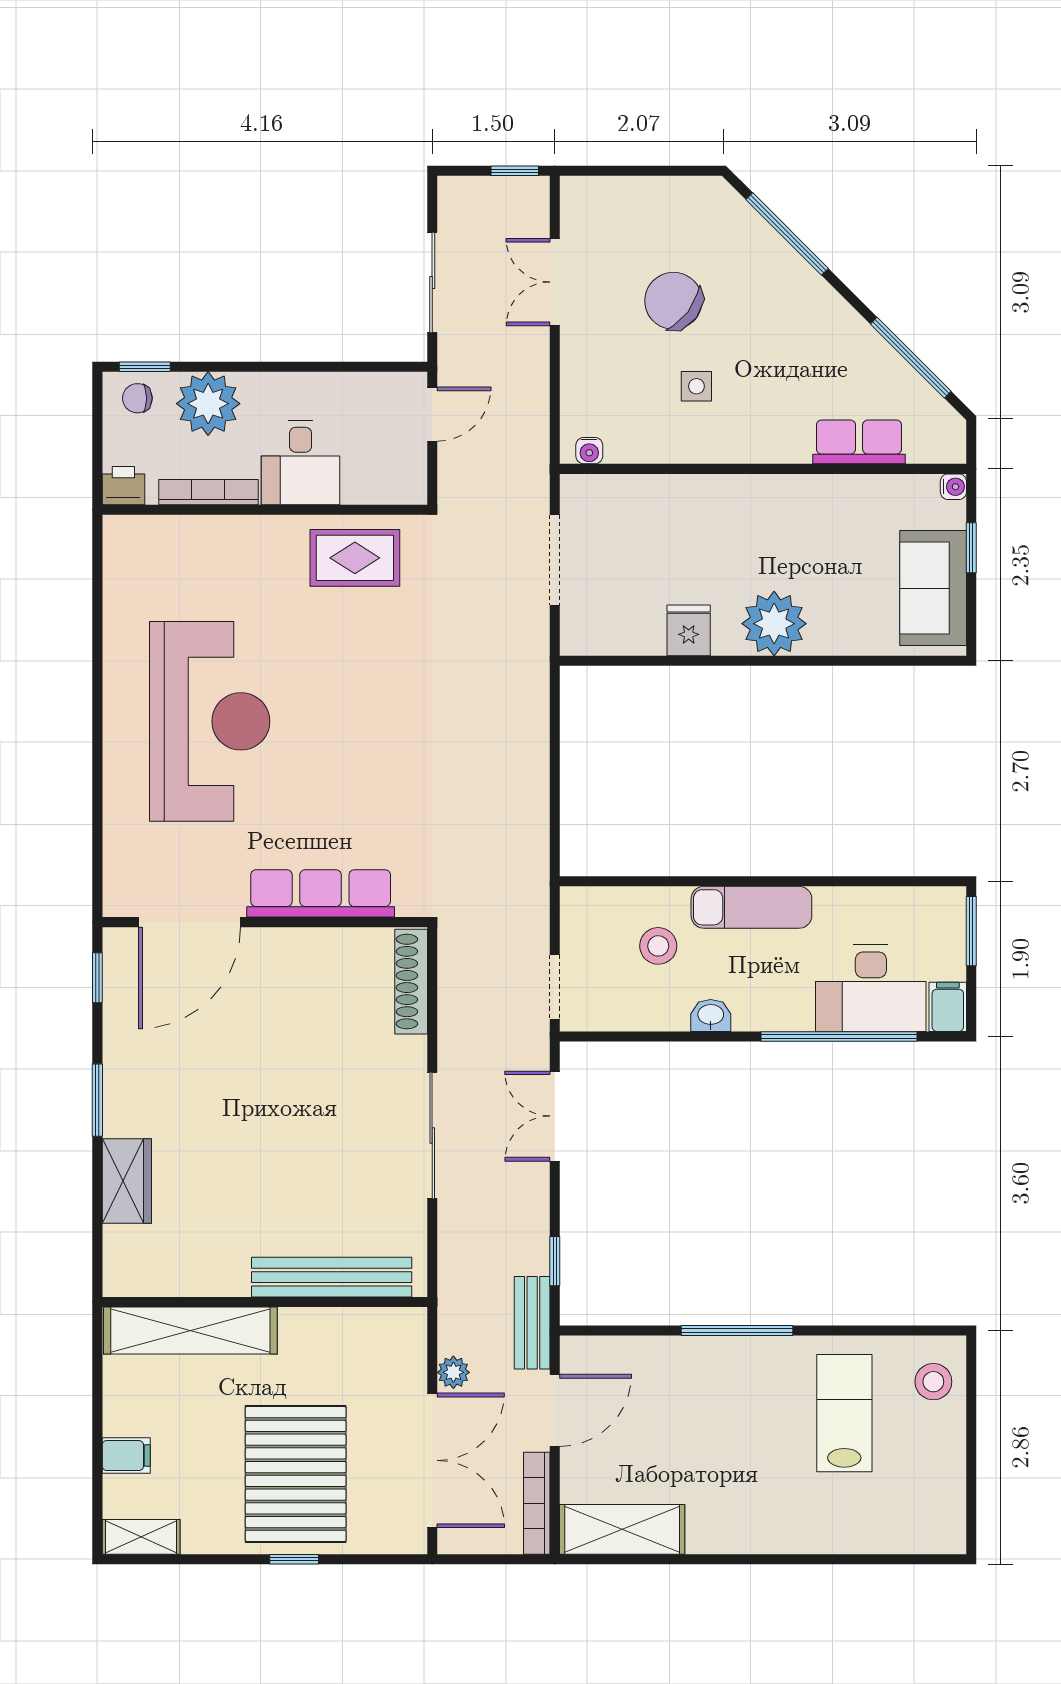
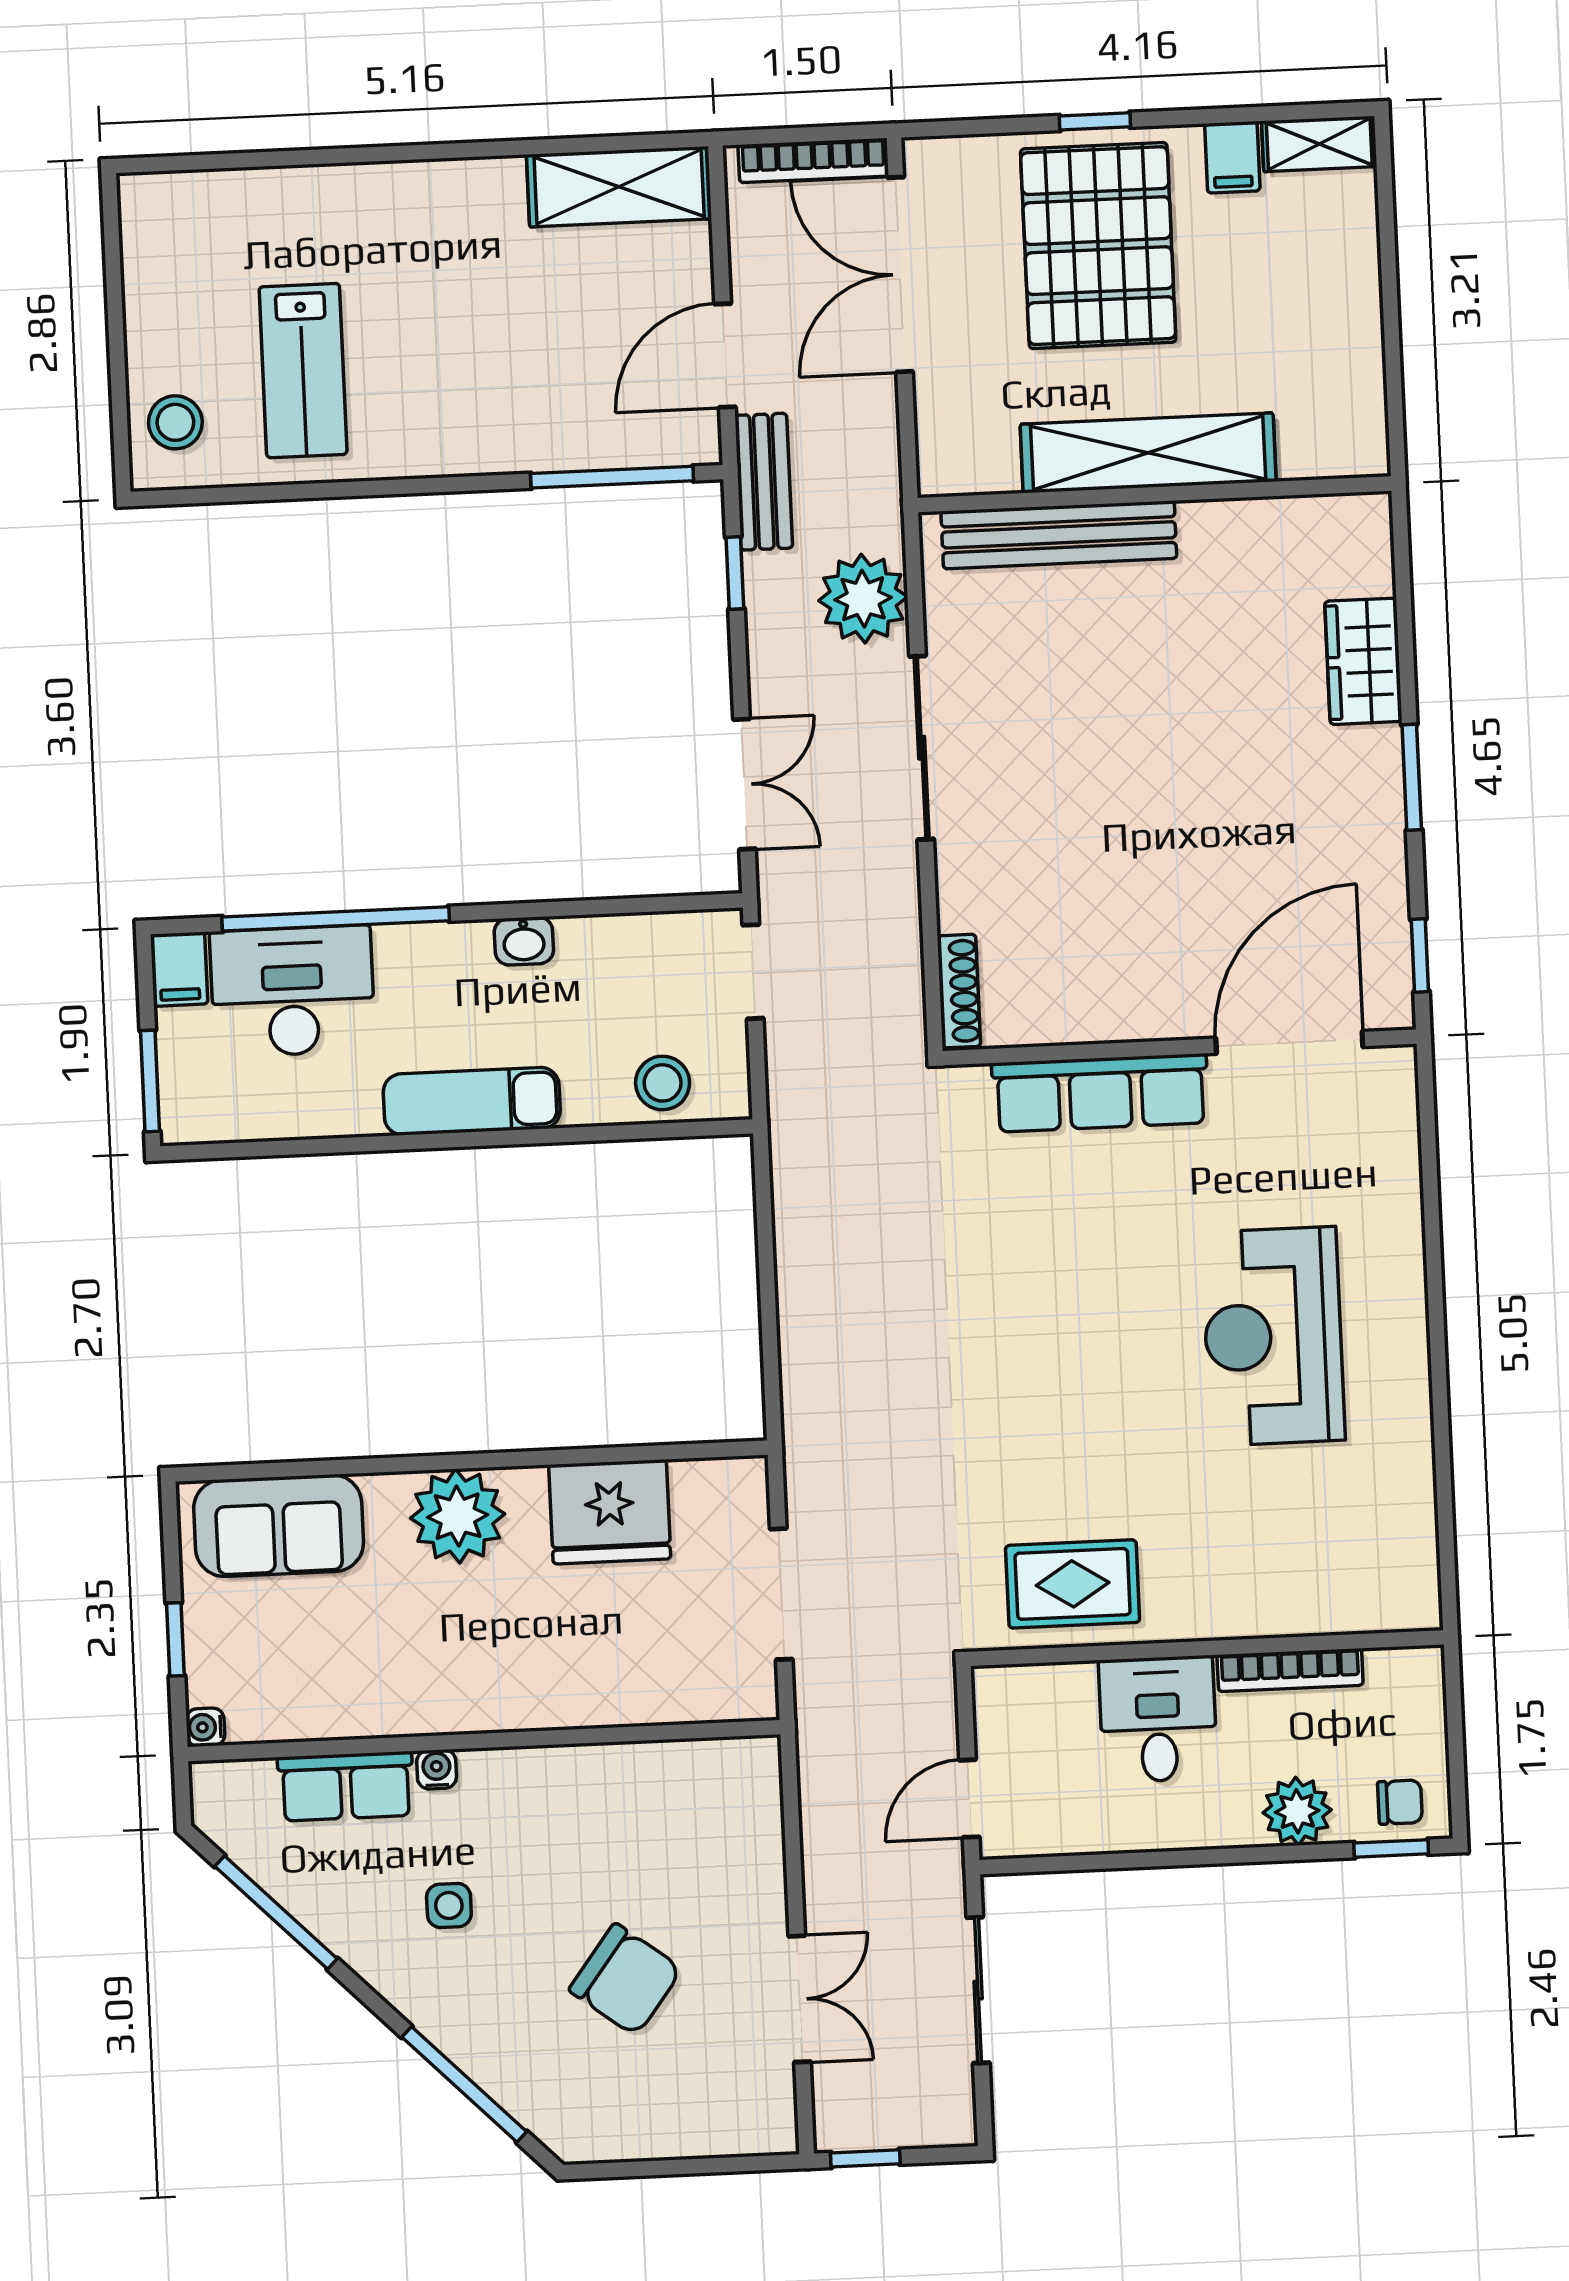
side table: (696, 386) -> (449, 1905), moved
plant: (208, 404) -> (1297, 1811), width x0.73, depth x0.73
water cooler: (589, 451) -> (437, 1769), moved
printer: (123, 486) -> (1414, 1674), removed
sofa: (933, 588) -> (279, 1526), moved, turned 90
fridge: (689, 630) -> (610, 1512), width x1.88, depth x1.34
reception desk: (210, 721) -> (1273, 1336), width x0.74, depth x0.77
stool: (658, 946) -> (663, 1083), moved
shoe rack: (411, 982) -> (959, 991), width x0.74, depth x0.81
shelving: (190, 1330) -> (1148, 453), moved
window: (737, 1330) -> (612, 477), moved
plant: (453, 1372) -> (863, 599), moved, width x1.87, depth x1.87
filing cabinet: (126, 1456) -> (1232, 157), moved, turned -90
bookcase: (537, 1503) -> (813, 160), moved, turned 90

